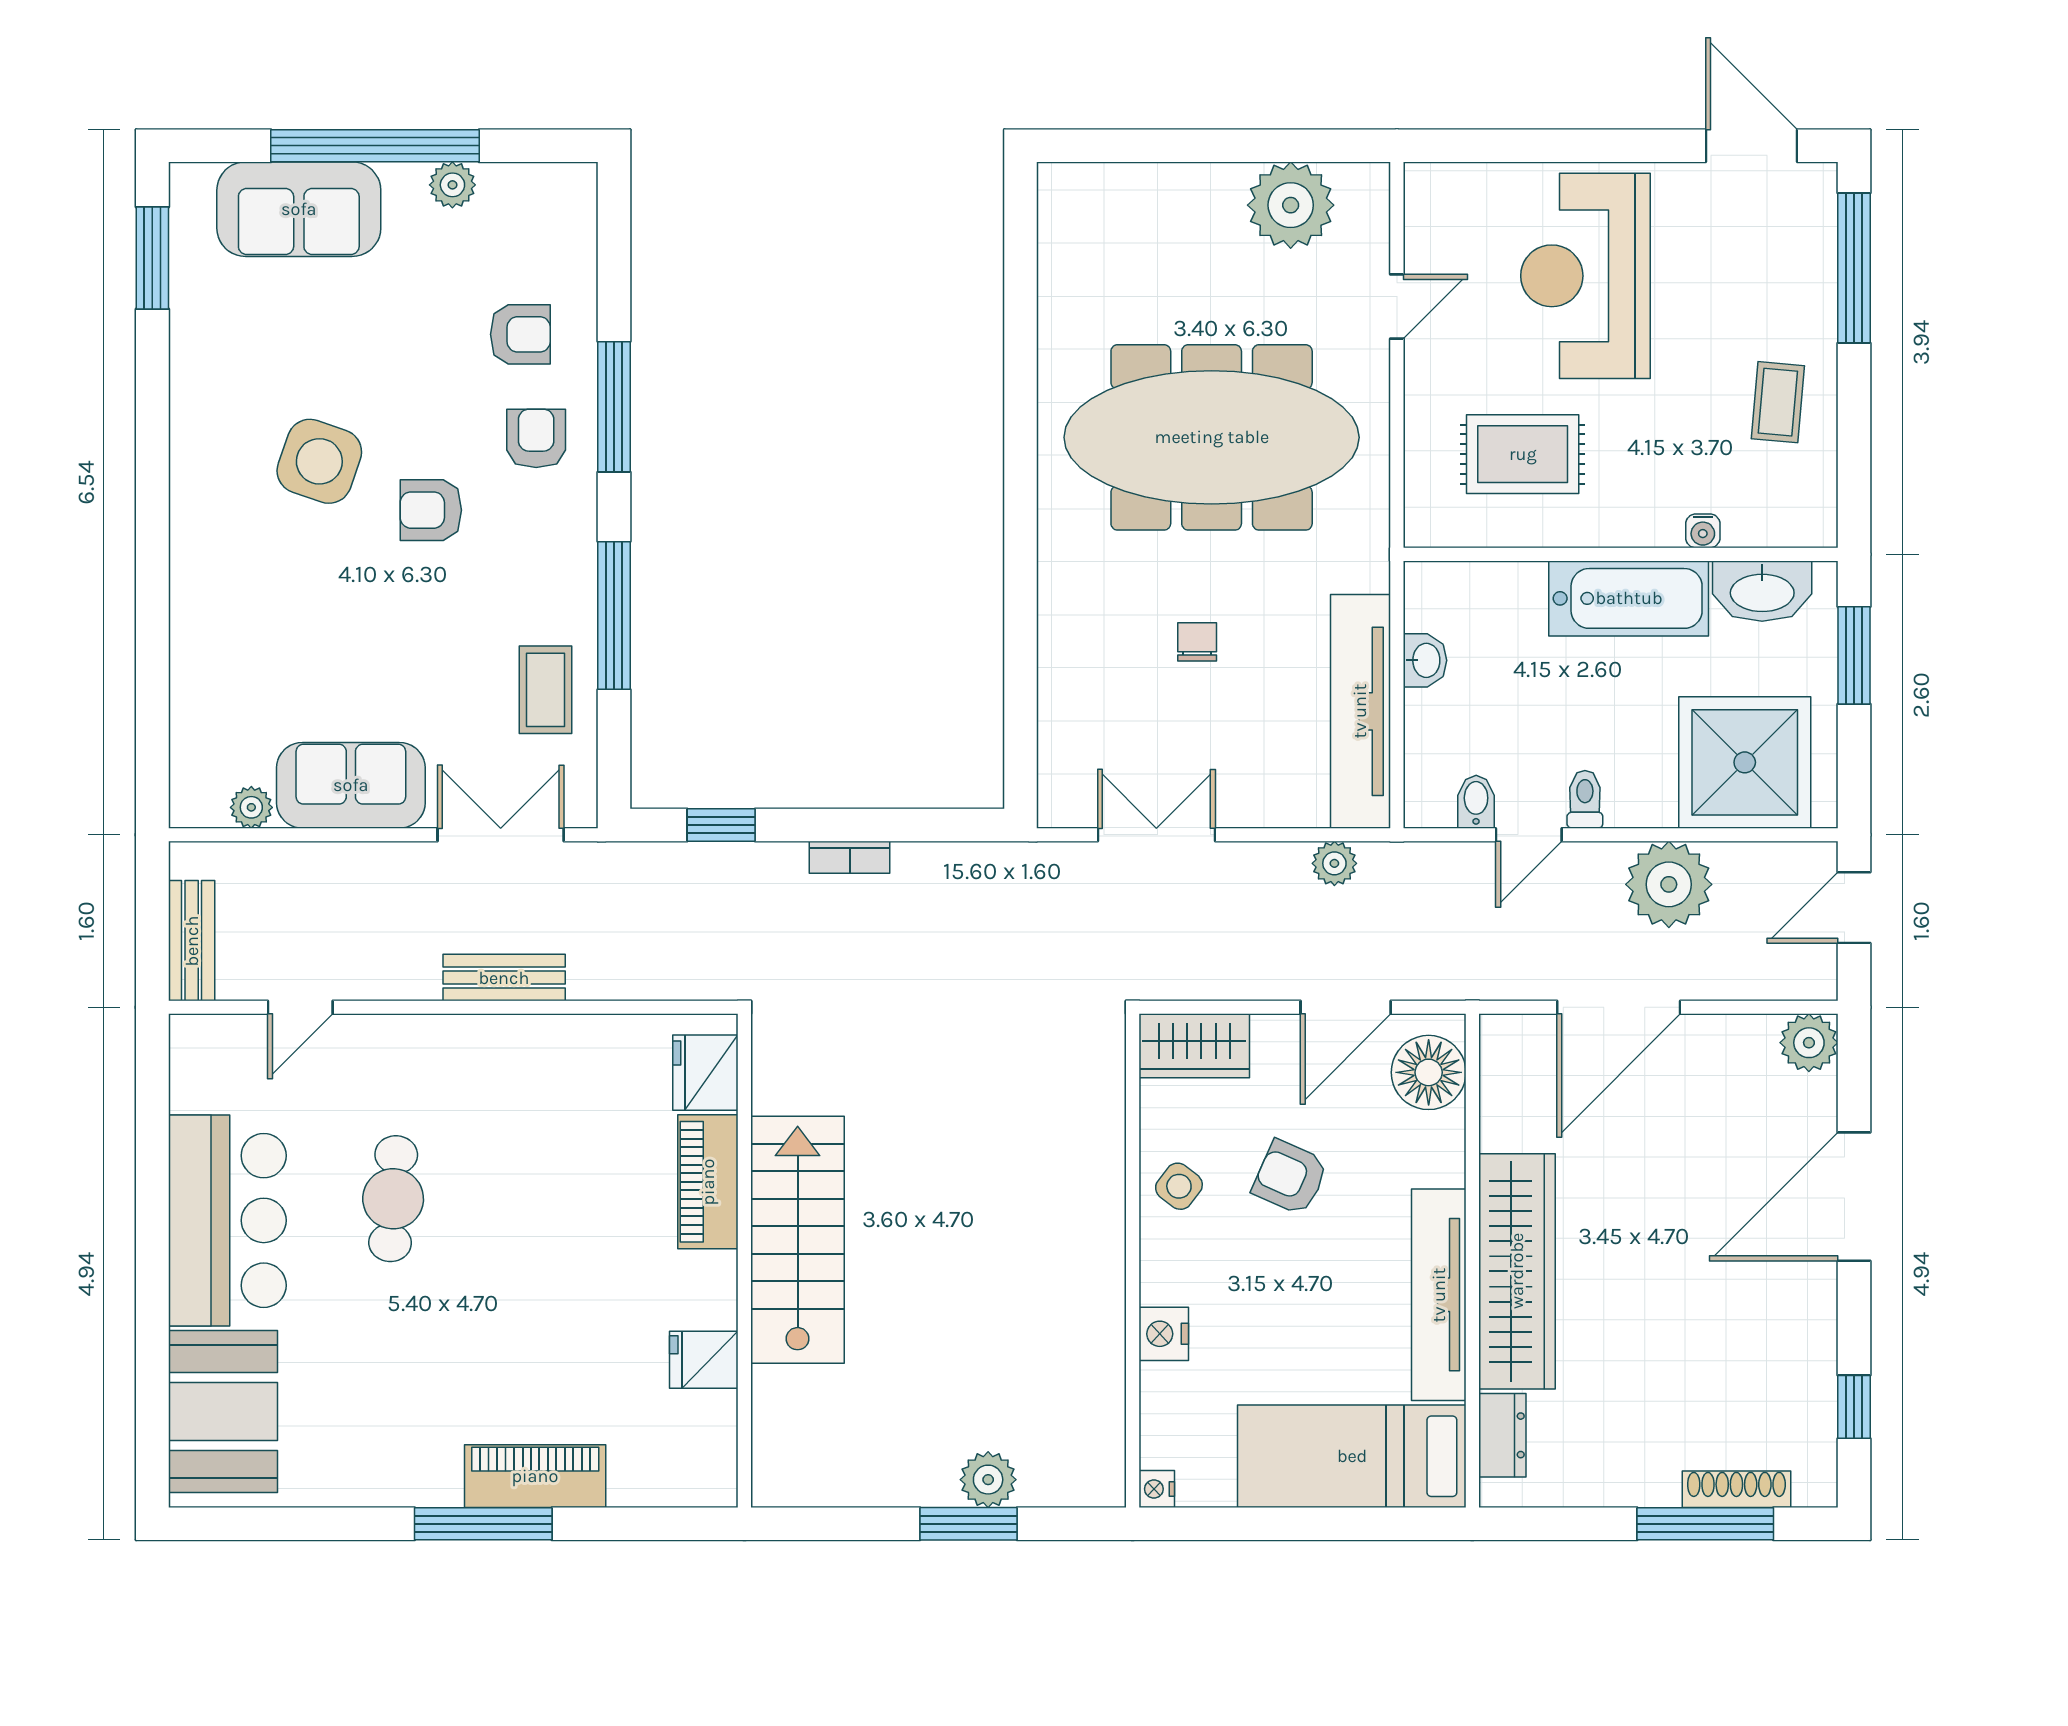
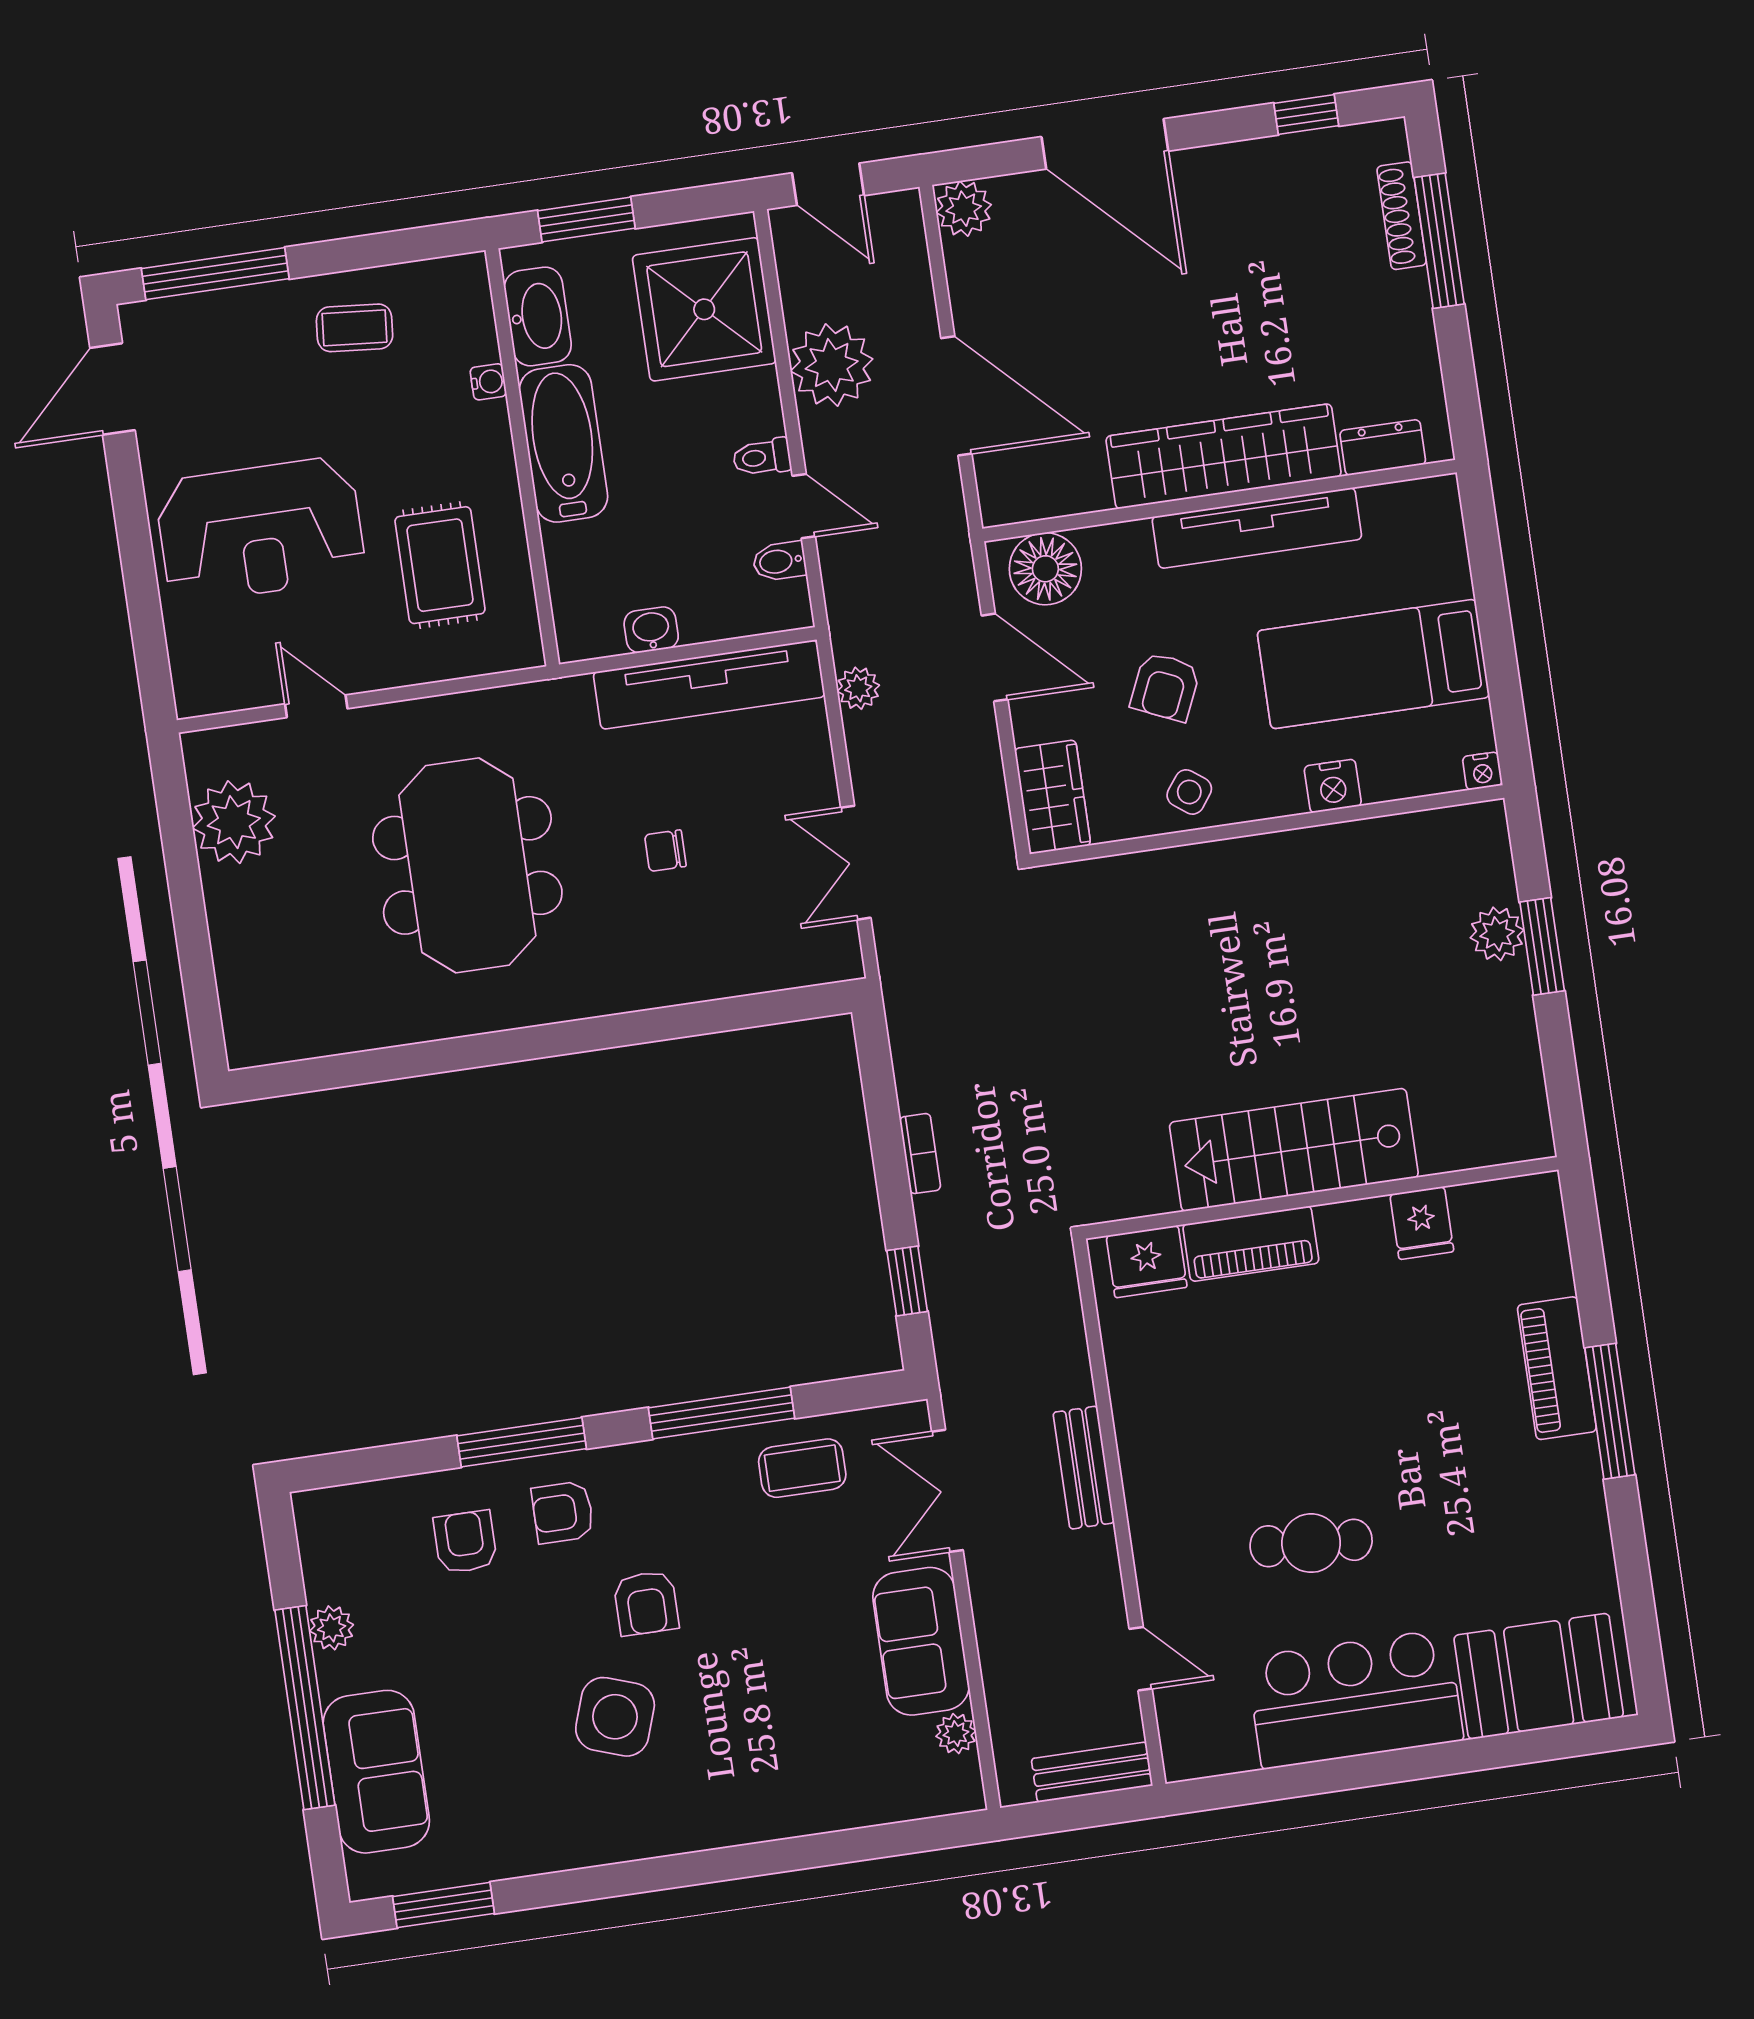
meeting table: (1212, 437) -> (467, 865), width x0.73
bed: (1352, 1456) -> (1373, 664), moved, turned 90

